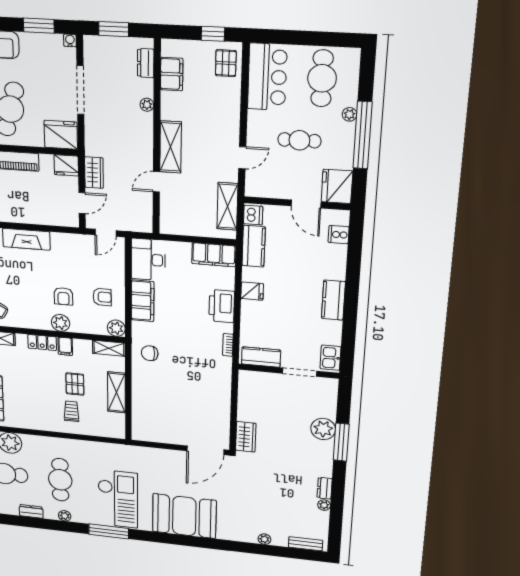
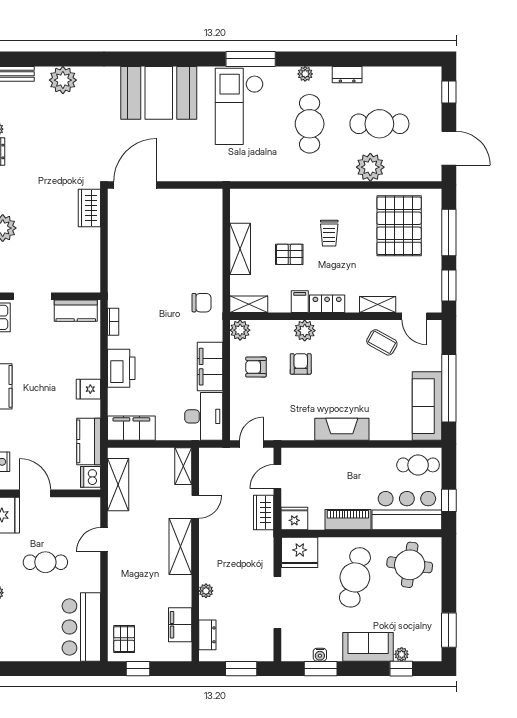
water cooler: (70, 40) -> (320, 655), moved
cafe table: (322, 78) -> (26, 628), removed
shelving: (167, 218) -> (183, 466), added
pallet: (75, 384) -> (289, 254), turned 90
trolley: (71, 411) -> (329, 233), moved
plant: (264, 539) -> (63, 80), width x1.87, depth x1.87

